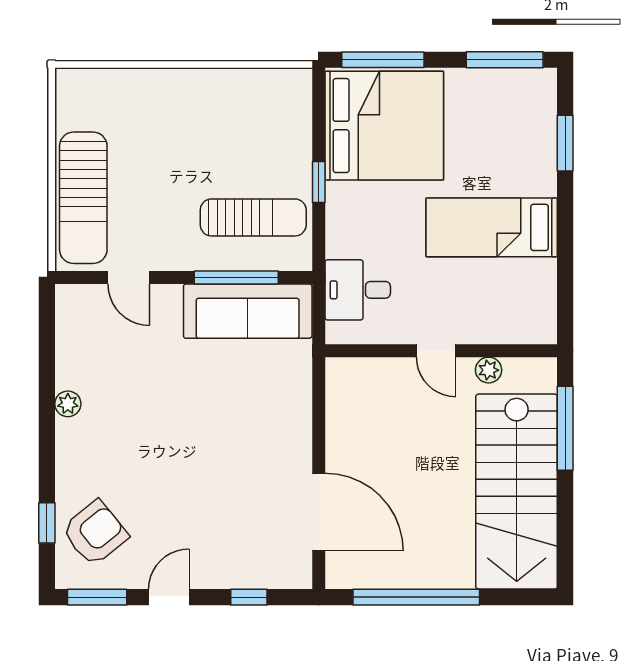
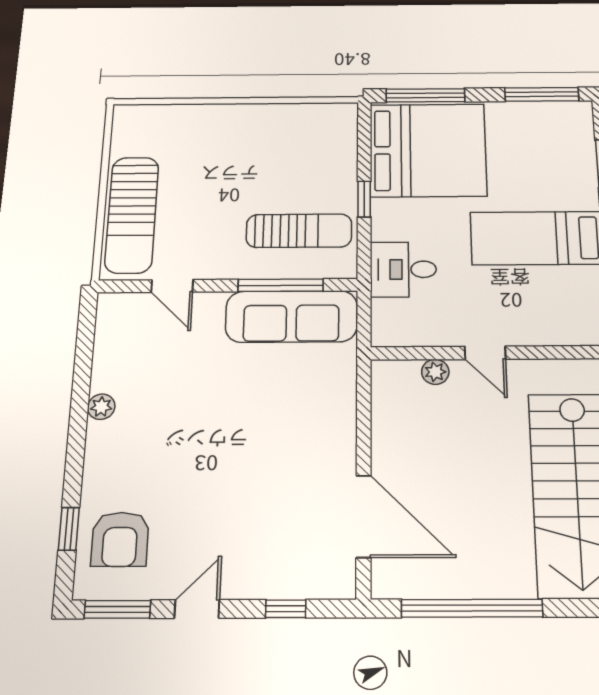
desk: (358, 290) -> (403, 269), moved
plant: (489, 370) -> (435, 372), moved
armchair: (95, 533) -> (120, 539), turned 129

